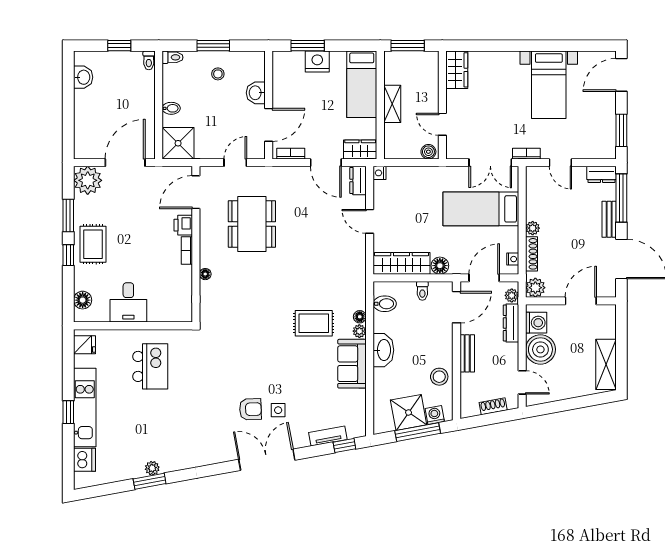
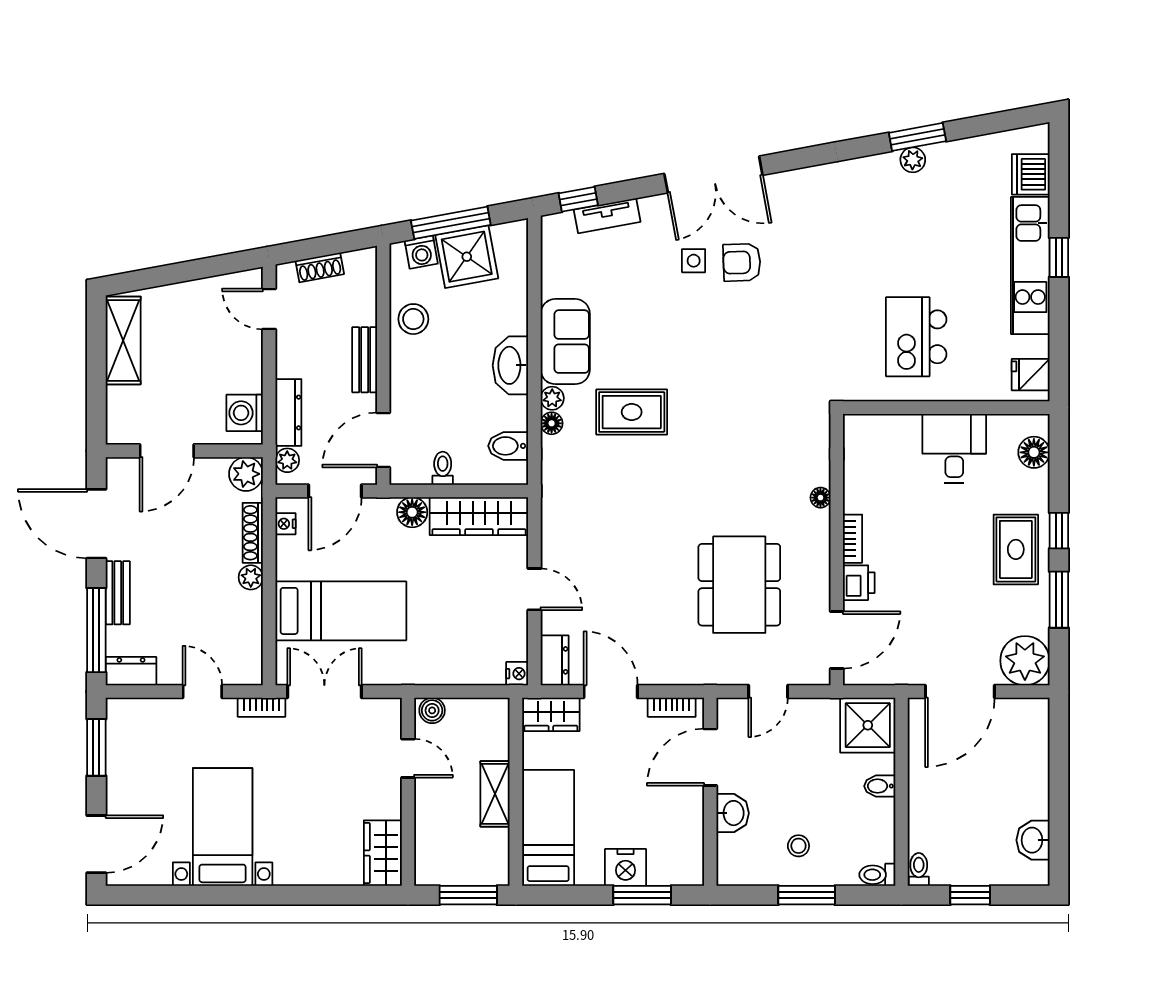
boiler: (540, 349) -> (237, 366), removed

